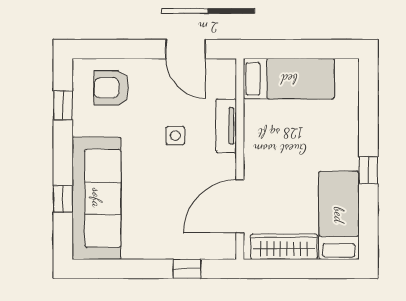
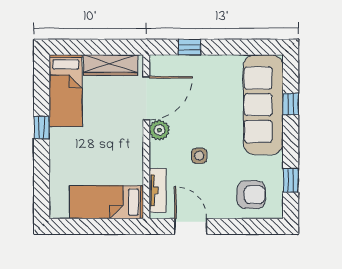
tv unit: (226, 126) -> (158, 190), moved
plant: (224, 167) -> (159, 130), added

